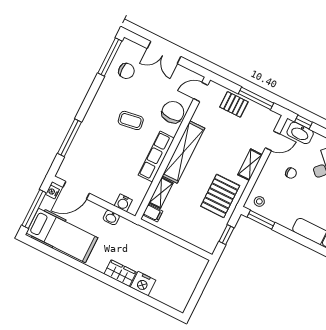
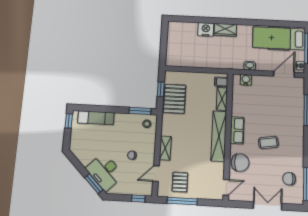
pallet: (234, 104) -> (180, 182), moved, turned 90
chair: (173, 112) -> (240, 163), turned -90
washbasin: (300, 133) -> (137, 189), removed
row of seats: (156, 157) -> (237, 130), width x0.68
pallet: (220, 196) -> (175, 99), moved

